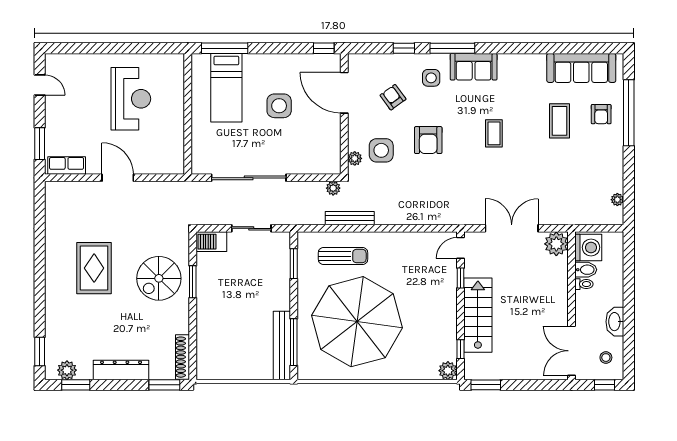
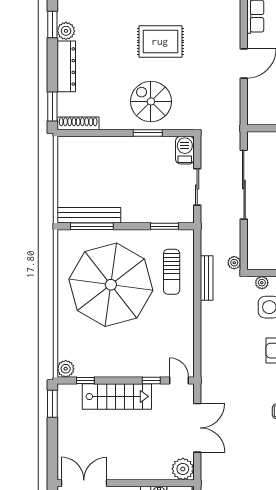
plant: (67, 370) -> (66, 31), moved

